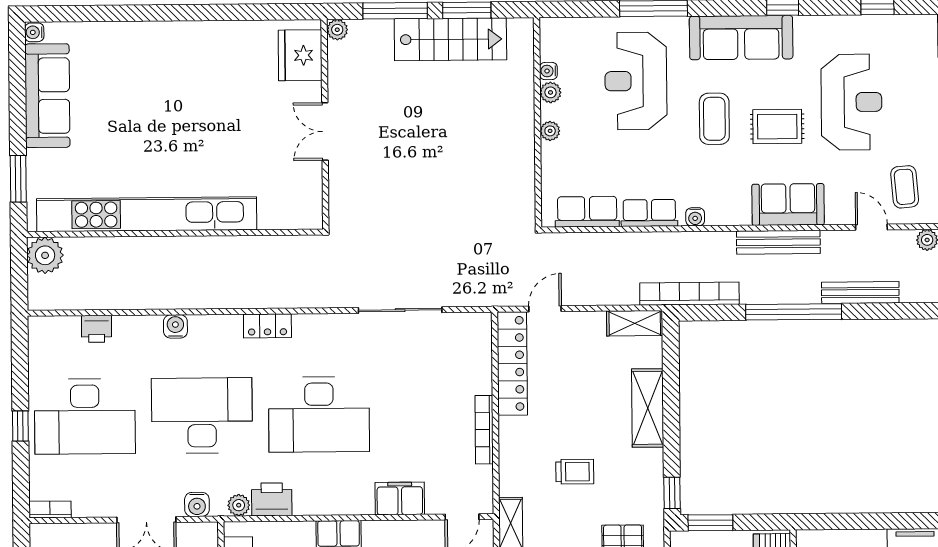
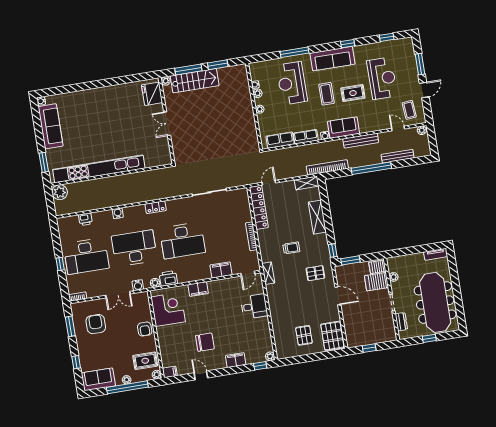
stairs: (450, 39) -> (195, 81), moved
sofa: (788, 205) -> (343, 128), moved

